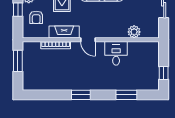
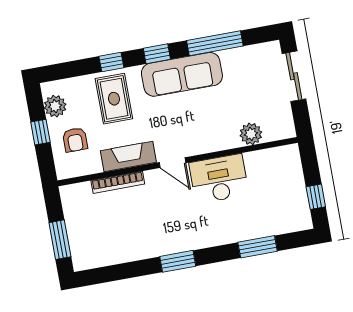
desk: (116, 53) -> (219, 179), width x1.37
window: (18, 61) -> (60, 240), moved

